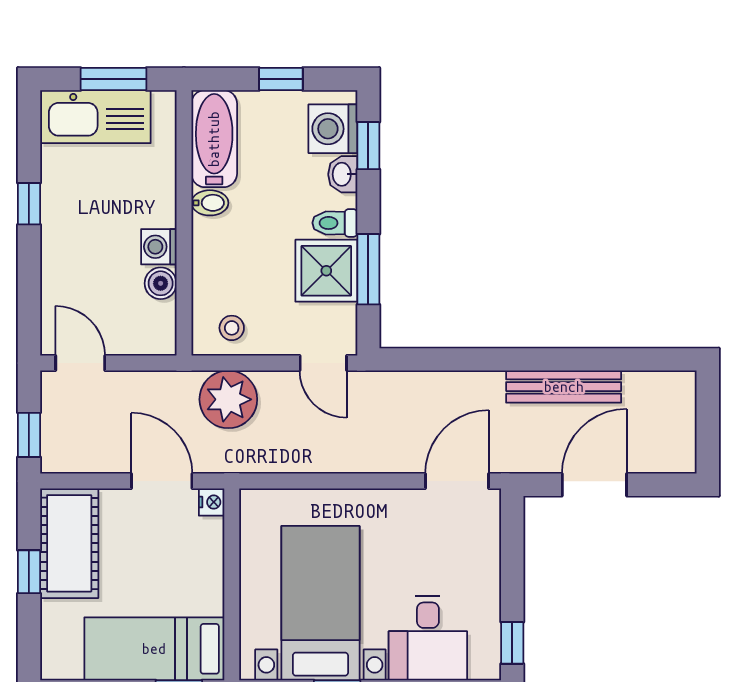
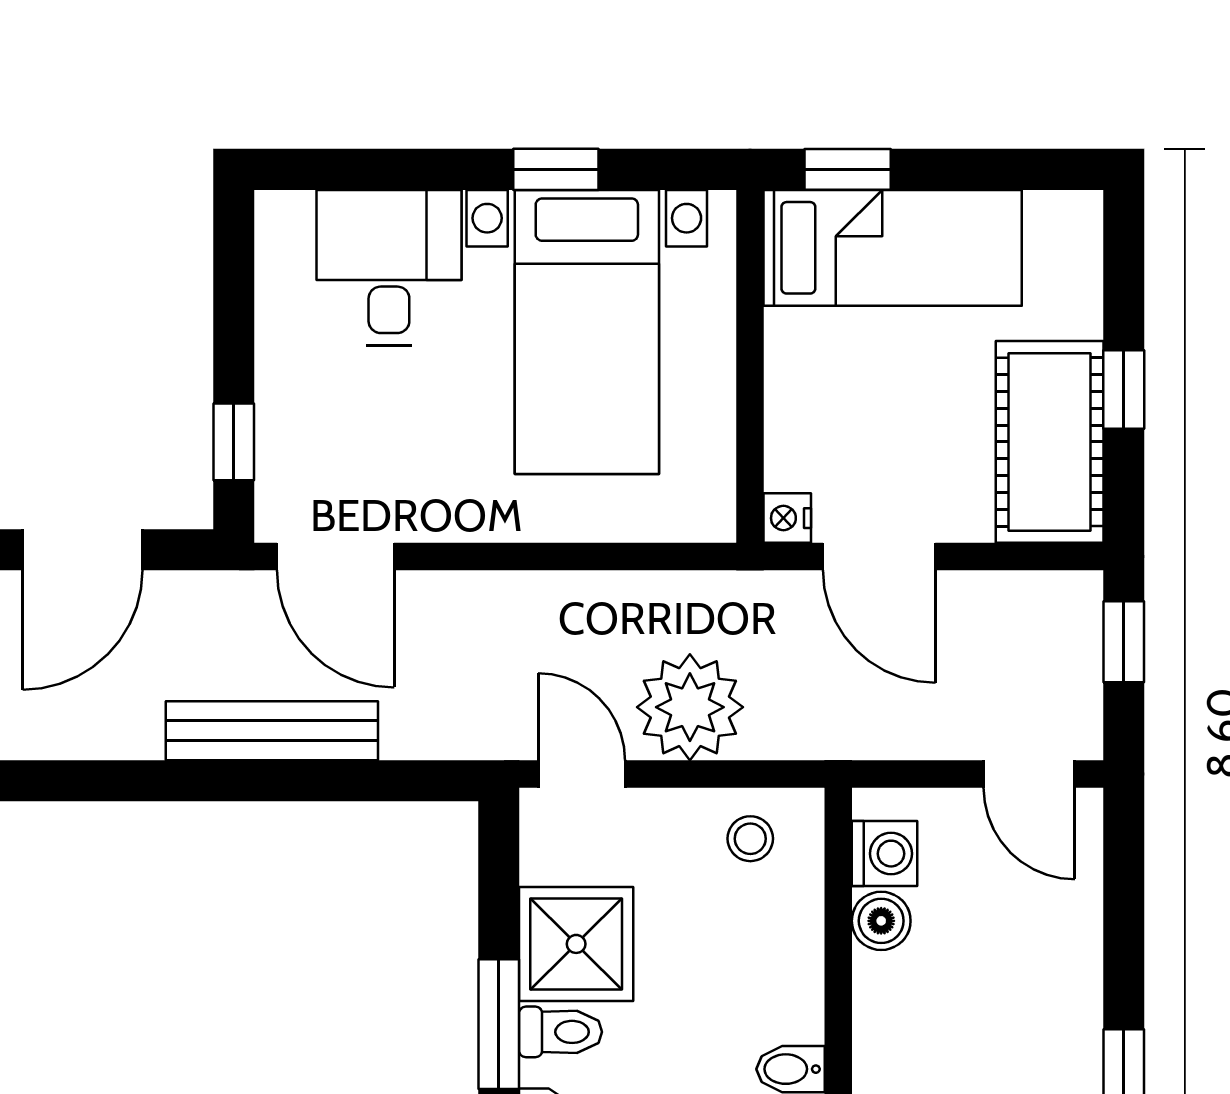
washing machine: (159, 247) -> (884, 854), moved
window: (368, 269) -> (499, 1024), moved
bench: (564, 387) -> (272, 731), moved
plant: (228, 399) -> (690, 707), moved
door: (457, 481) -> (335, 557), hinge flipped
window: (512, 643) -> (234, 442), moved

